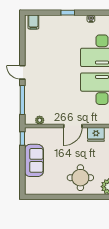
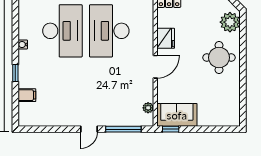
filing cabinet: (33, 22) -> (27, 95), moved
door: (73, 126) -> (155, 67), hinge flipped
sofa: (34, 160) -> (177, 115), moved

